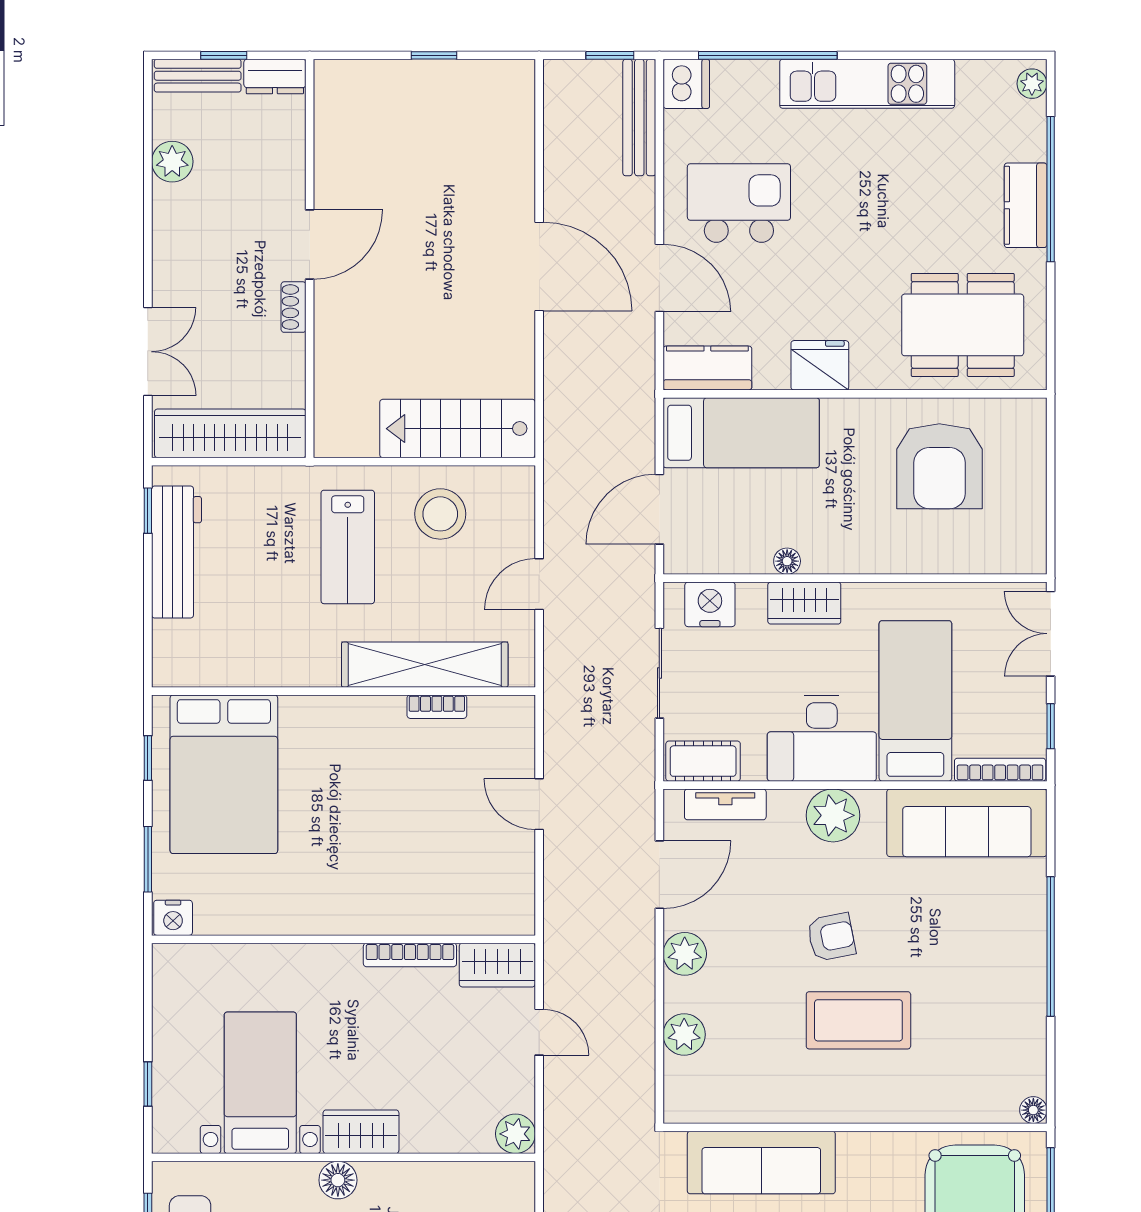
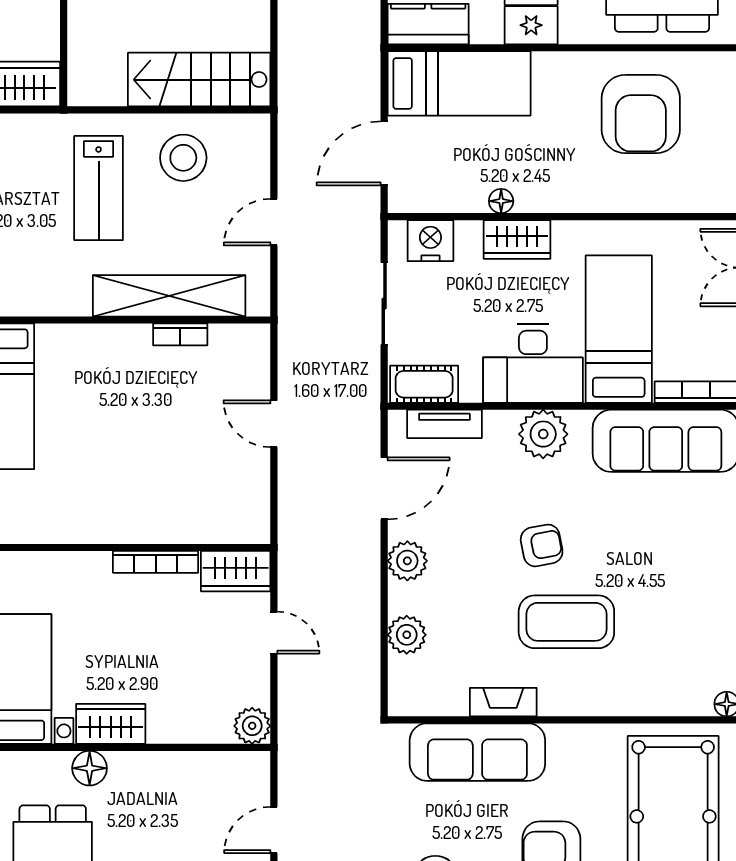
fireplace: (789, 1108) -> (503, 702), added

